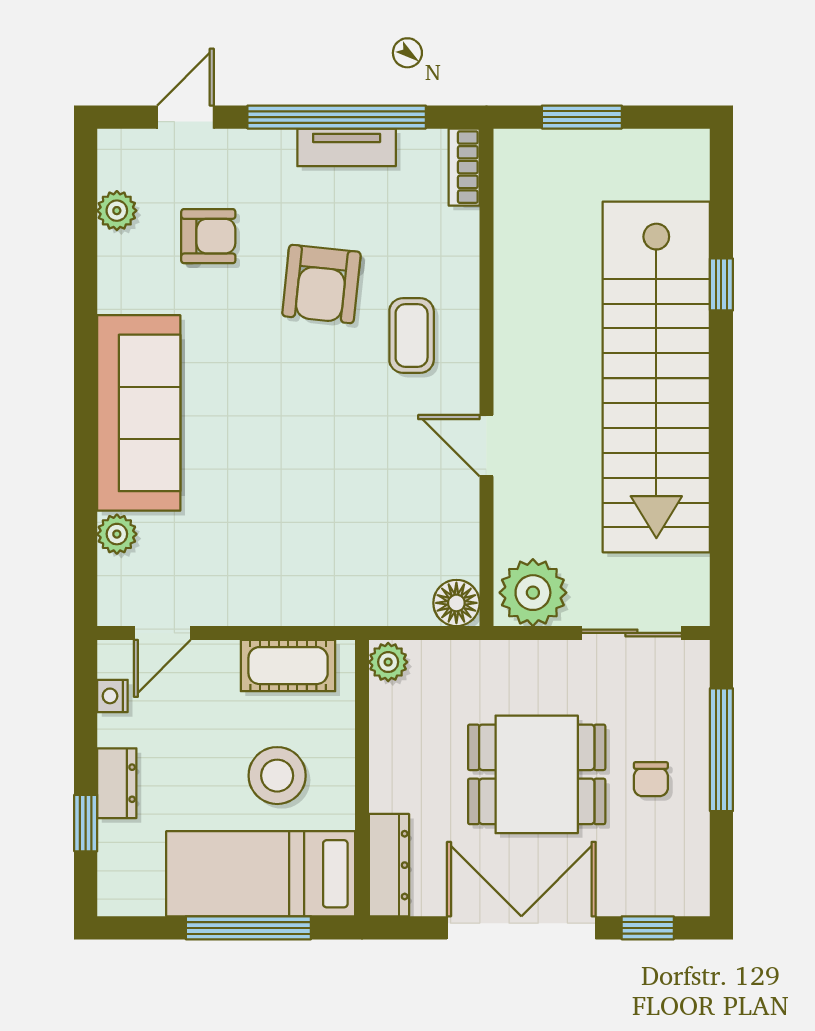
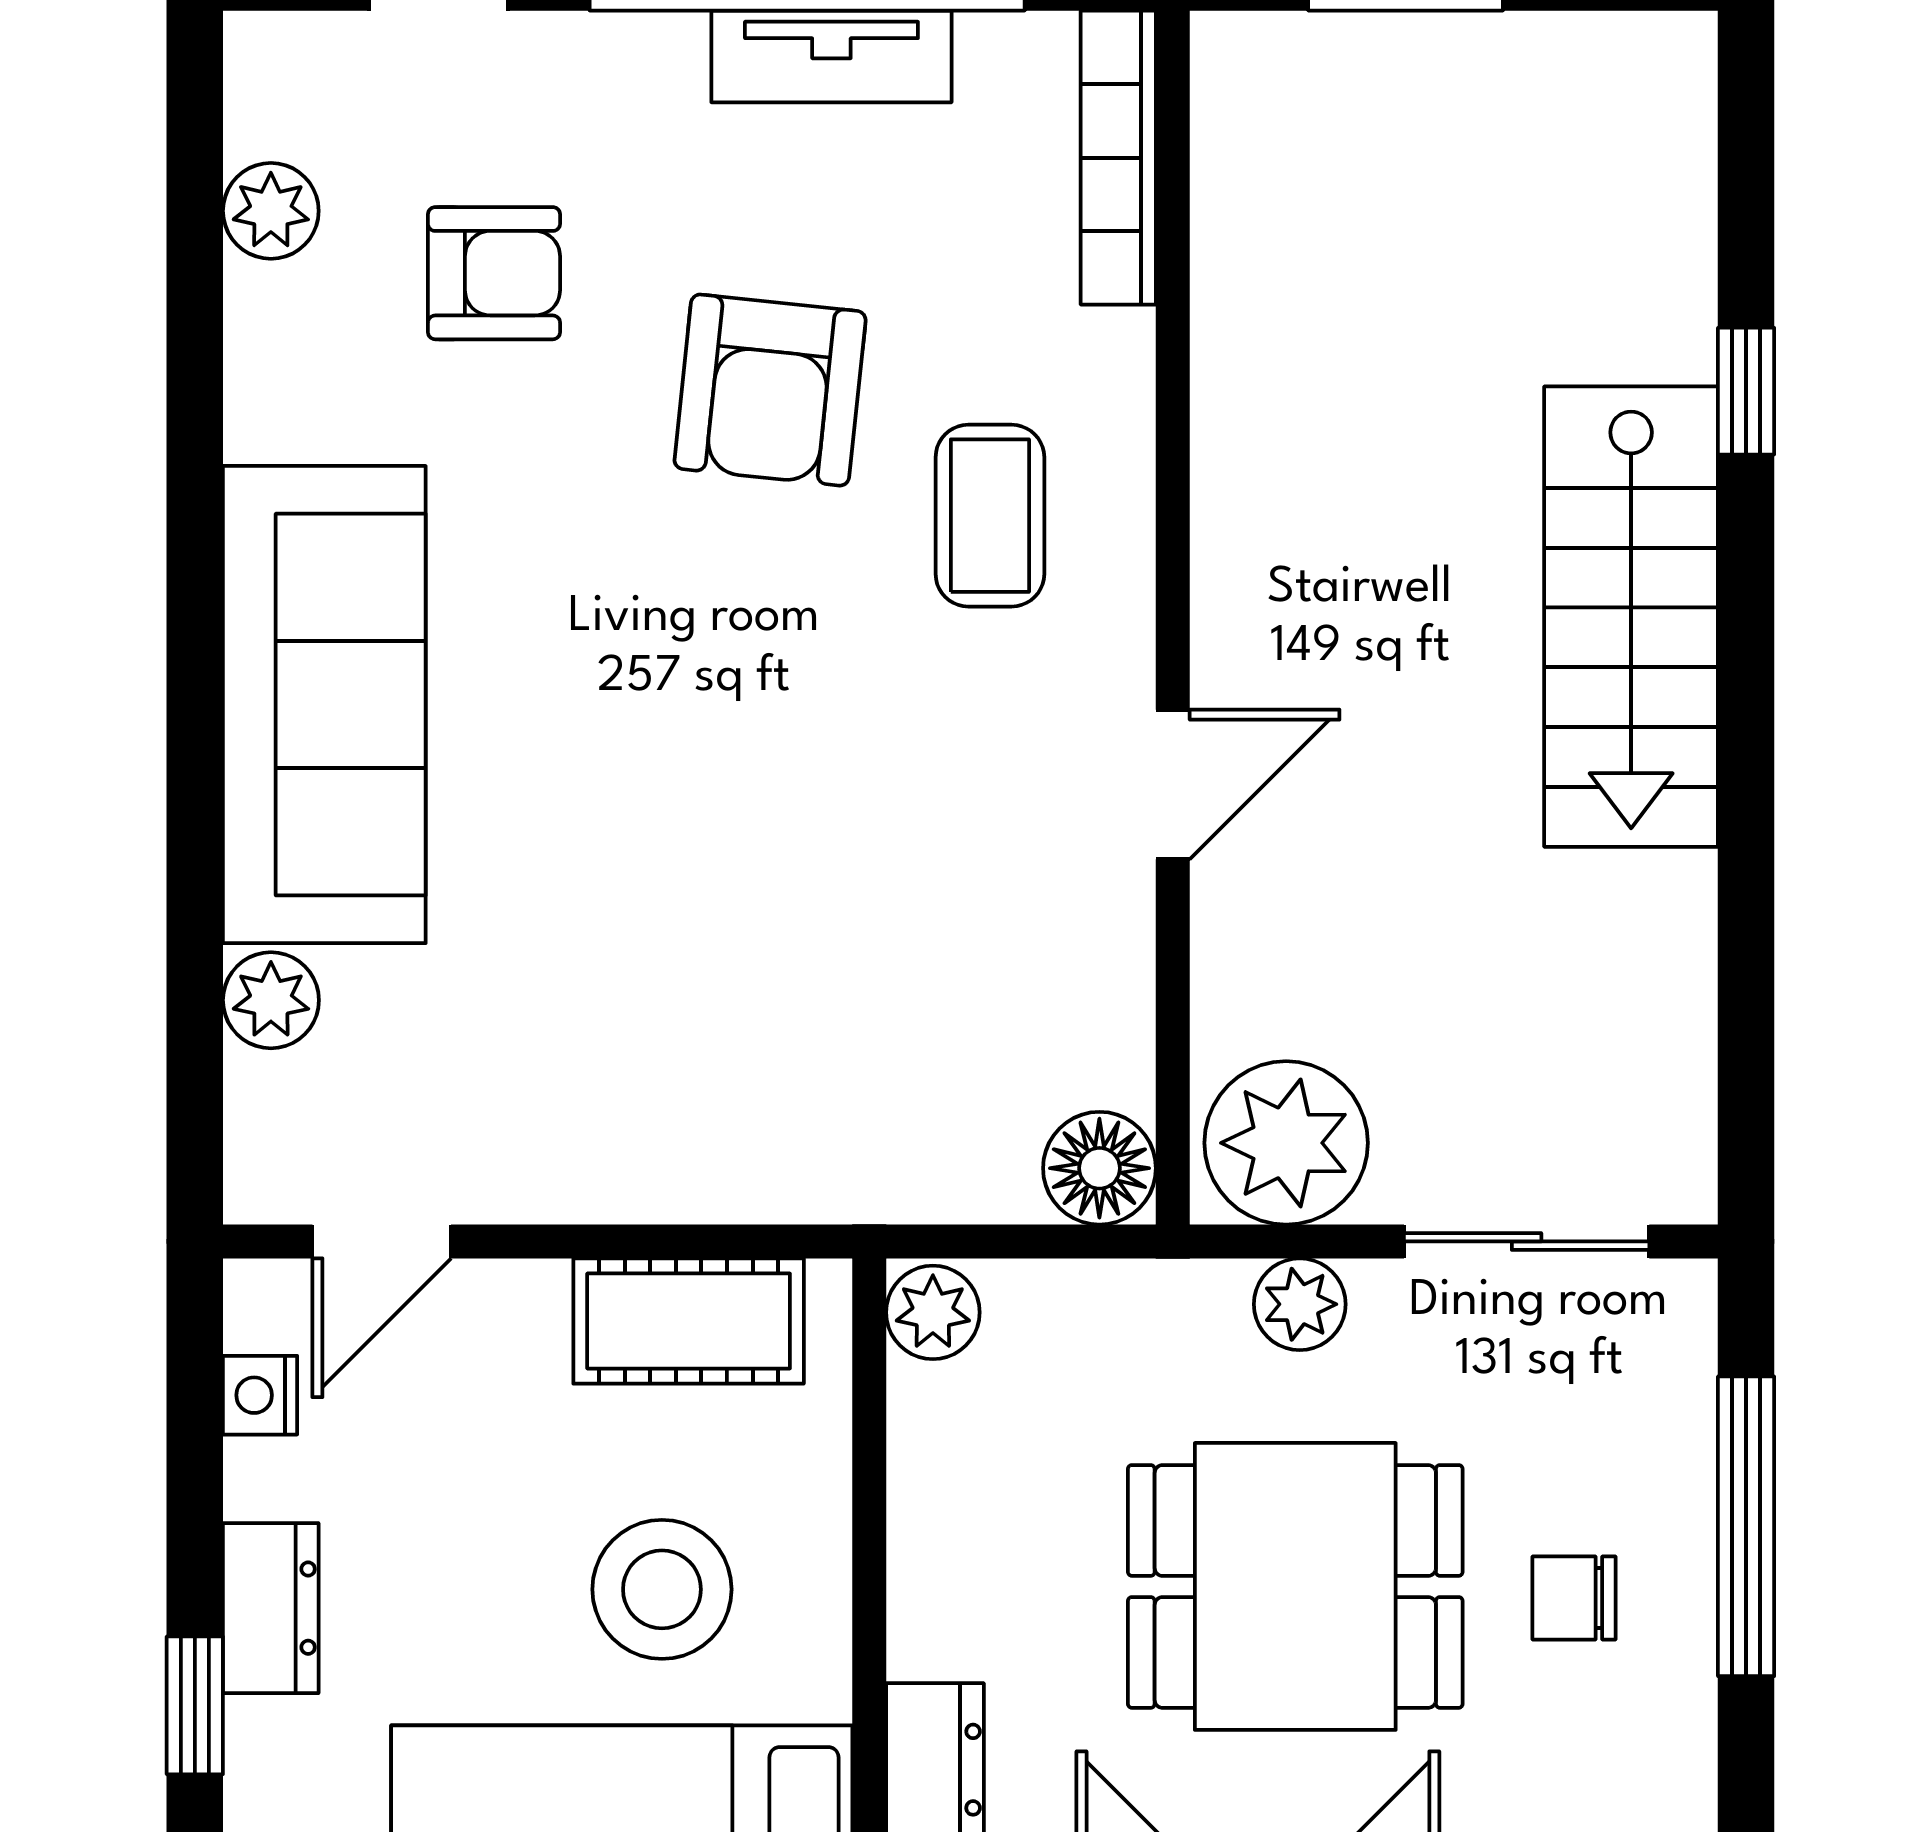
bookcase: (464, 167) -> (1118, 158), width x1.56
stairs: (656, 377) -> (1631, 617), width x0.54, depth x0.66
door: (486, 446) -> (1173, 785), swing flipped
plant: (538, 659) -> (1300, 1304), added
chair: (651, 779) -> (1574, 1598), turned 90

